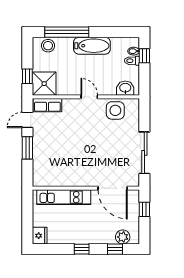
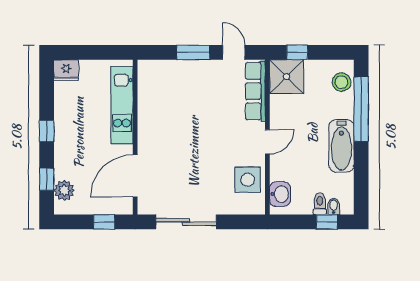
row of seats: (47, 105) -> (255, 91), width x1.48

